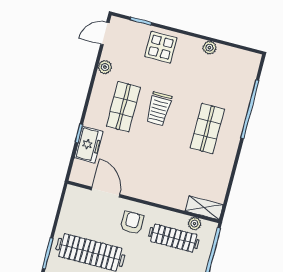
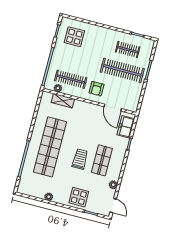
door: (105, 34) -> (113, 206), hinge flipped
shop shelf: (207, 129) -> (50, 147), width x2.00, depth x1.36
freezer: (89, 145) -> (126, 127), moved
shelving: (204, 208) -> (63, 101), moved

